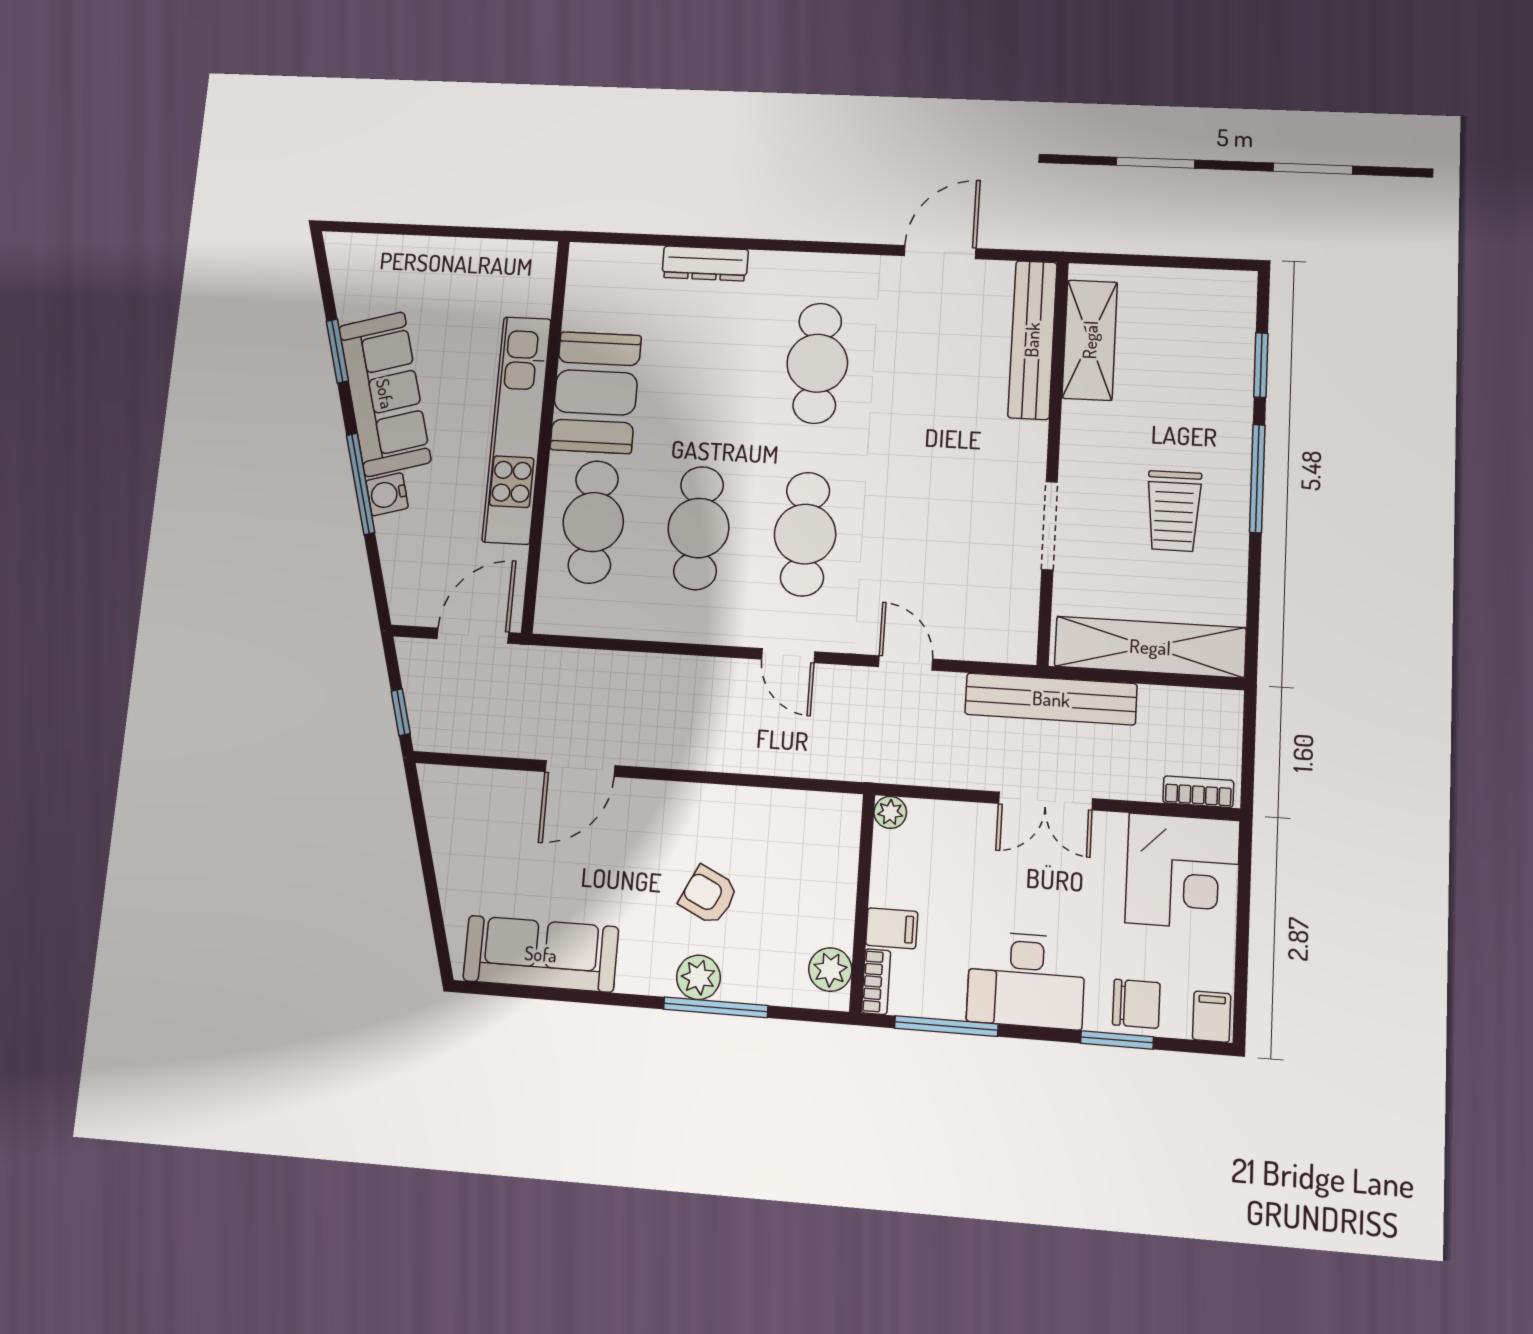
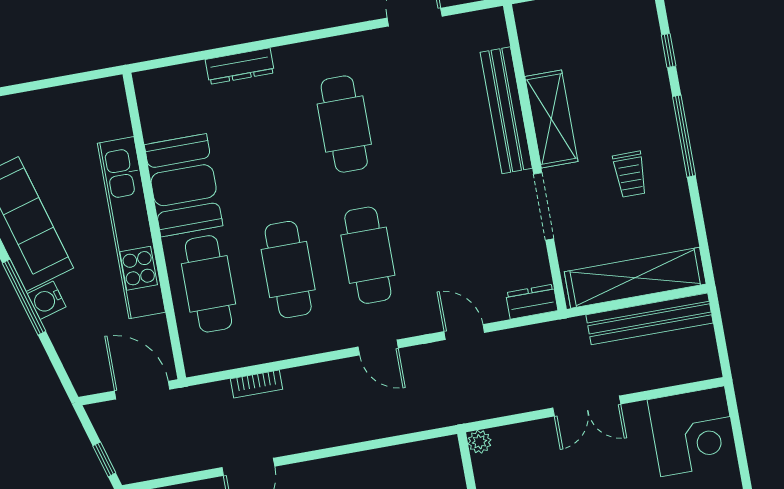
bench: (1032, 340) -> (506, 110), moved
shelving: (1090, 340) -> (551, 119), moved
window: (1261, 365) -> (669, 50), width x0.67
trolley: (1174, 511) -> (630, 174), width x0.73, depth x0.72
door: (473, 636) -> (142, 390), hinge flipped
dresser: (1004, 645) -> (532, 302), added
bench: (1051, 699) -> (650, 319), moved
bookcase: (1198, 792) -> (257, 384), moved, turned 180

